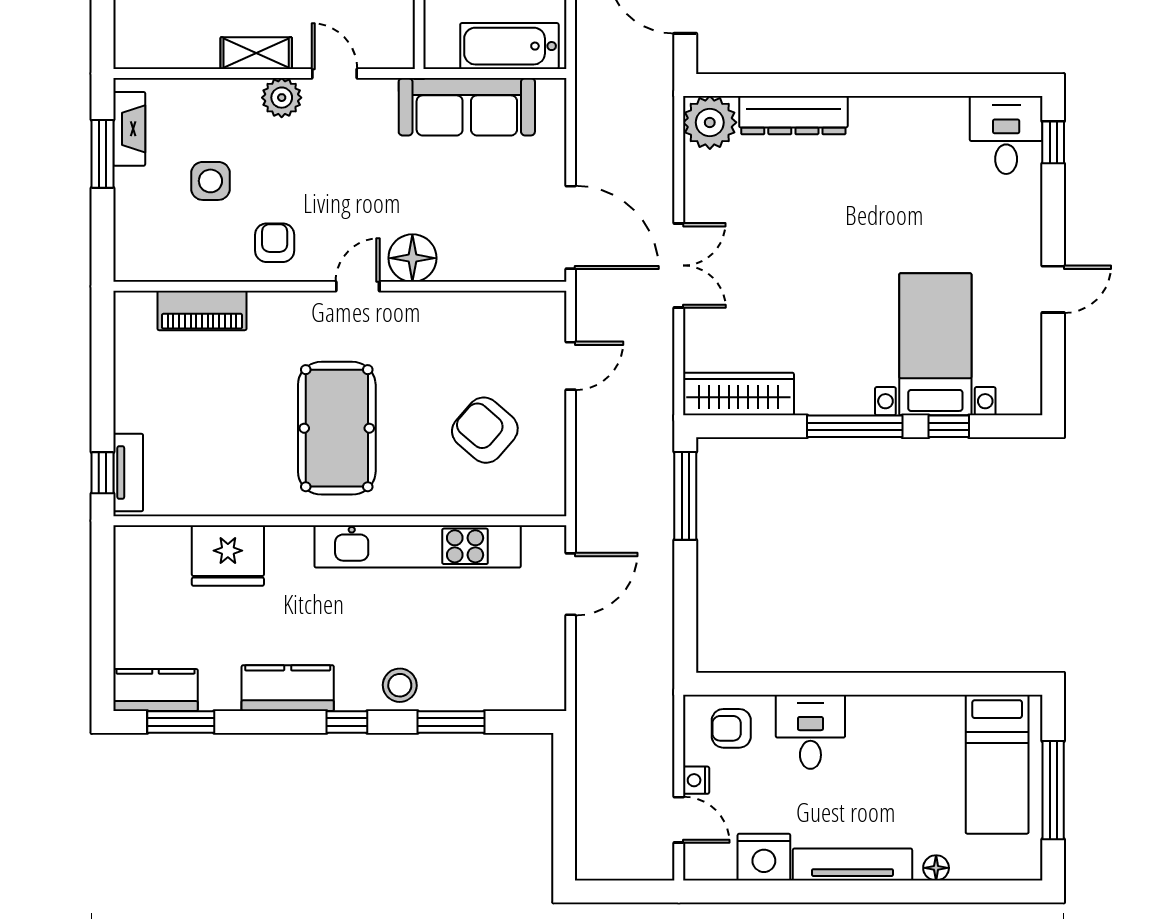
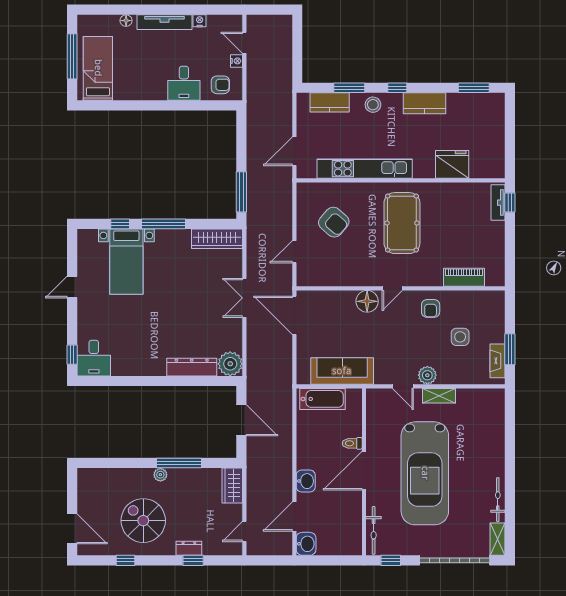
kitchen counter: (156, 690) -> (330, 102), moved
nightstand: (764, 857) -> (200, 21), width x0.53, depth x0.56

